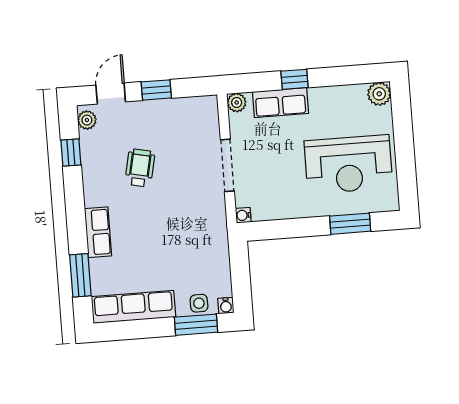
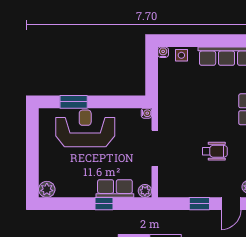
reception desk: (348, 164) -> (85, 128), moved
wheelchair: (140, 168) -> (215, 151), turned -102
window: (196, 325) -> (185, 41), removed

